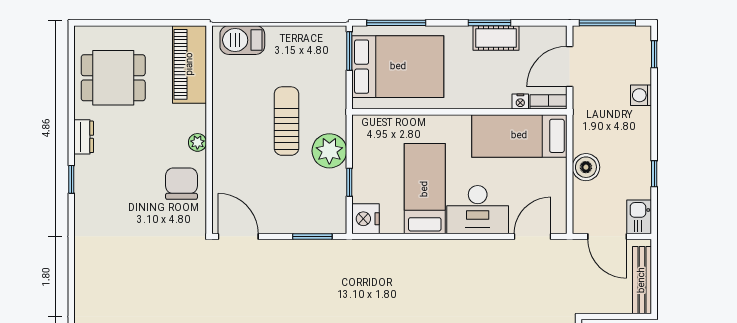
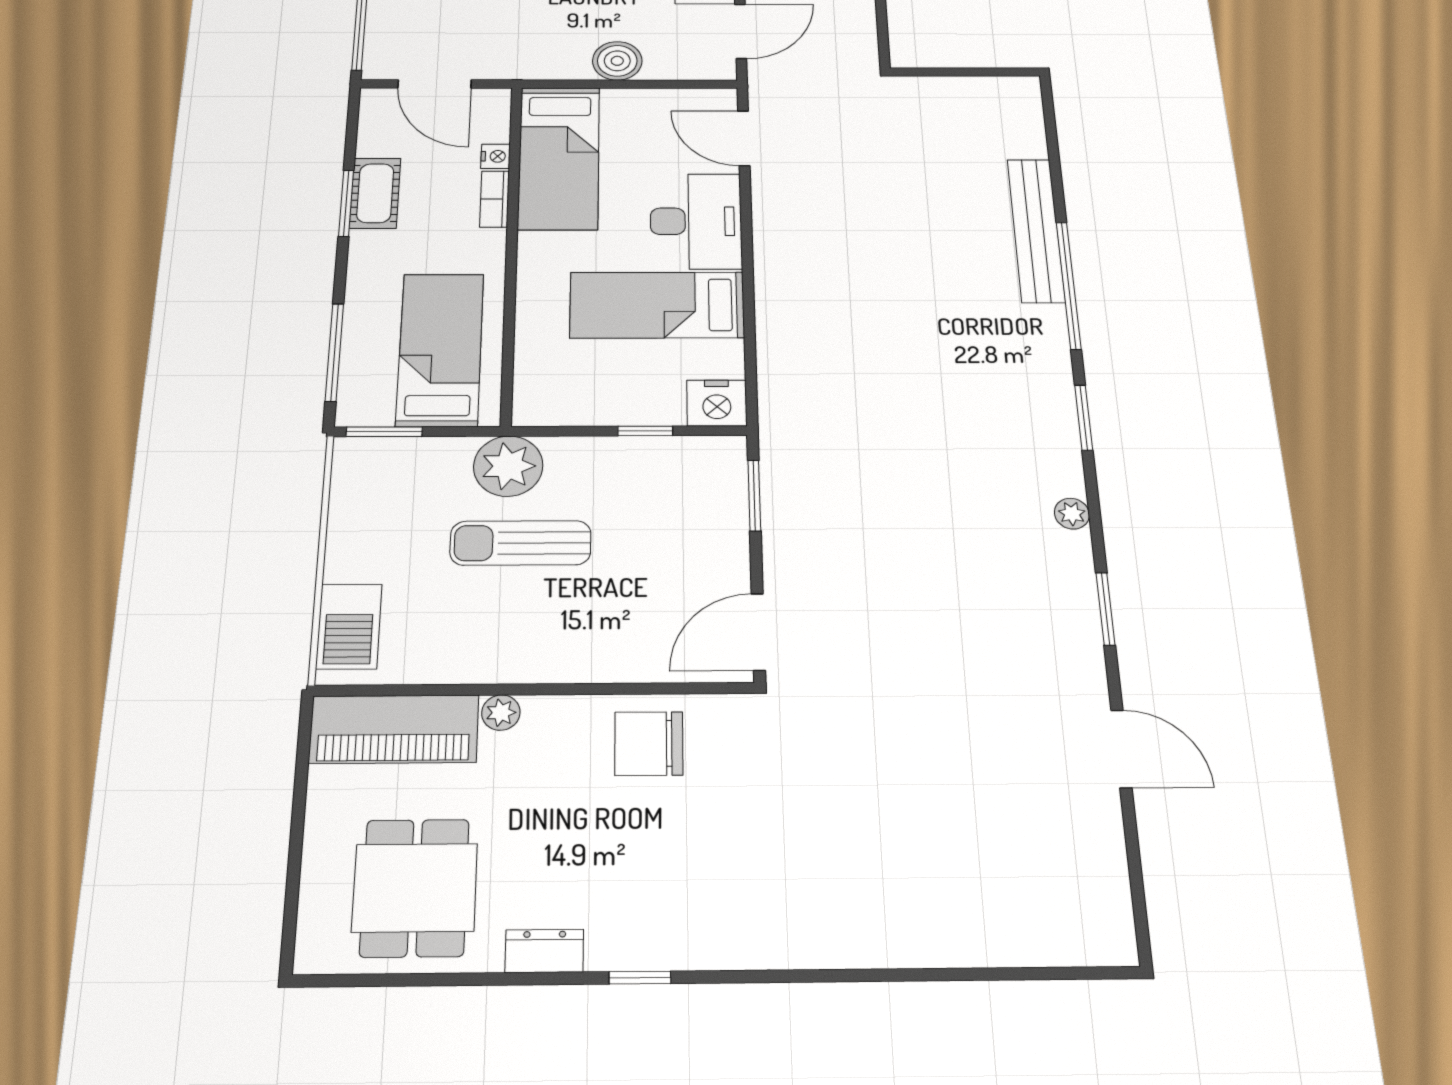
bed: (398, 67) -> (440, 349), width x0.67
bookcase: (549, 102) -> (494, 199), moved
plant: (197, 142) -> (501, 713), moved
plant: (329, 151) -> (508, 466), moved

